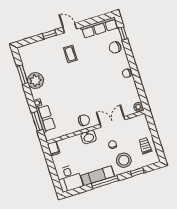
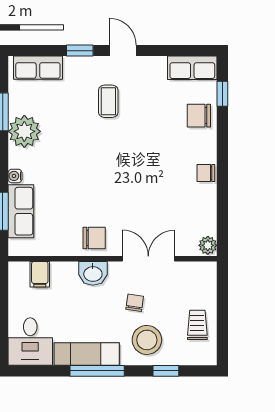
row of seats: (99, 28) -> (192, 68), width x0.68
row of seats: (32, 49) -> (38, 68), added
filing cabinet: (53, 149) -> (40, 274), moved

